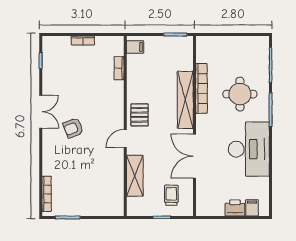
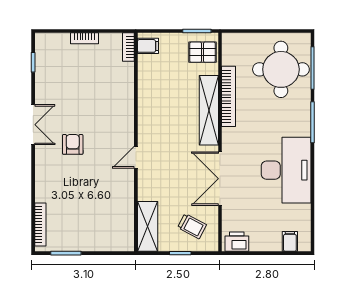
bookcase: (119, 68) -> (128, 47), moved
round table: (240, 94) -> (281, 69), moved, width x1.36, depth x1.36
pallet: (140, 115) -> (203, 52), moved, turned 90
armchair: (73, 128) -> (73, 144), turned 111
shelving: (135, 176) -> (148, 226), moved
trolley: (171, 195) -> (192, 226), turned 118
printer: (235, 208) -> (237, 242), moved

